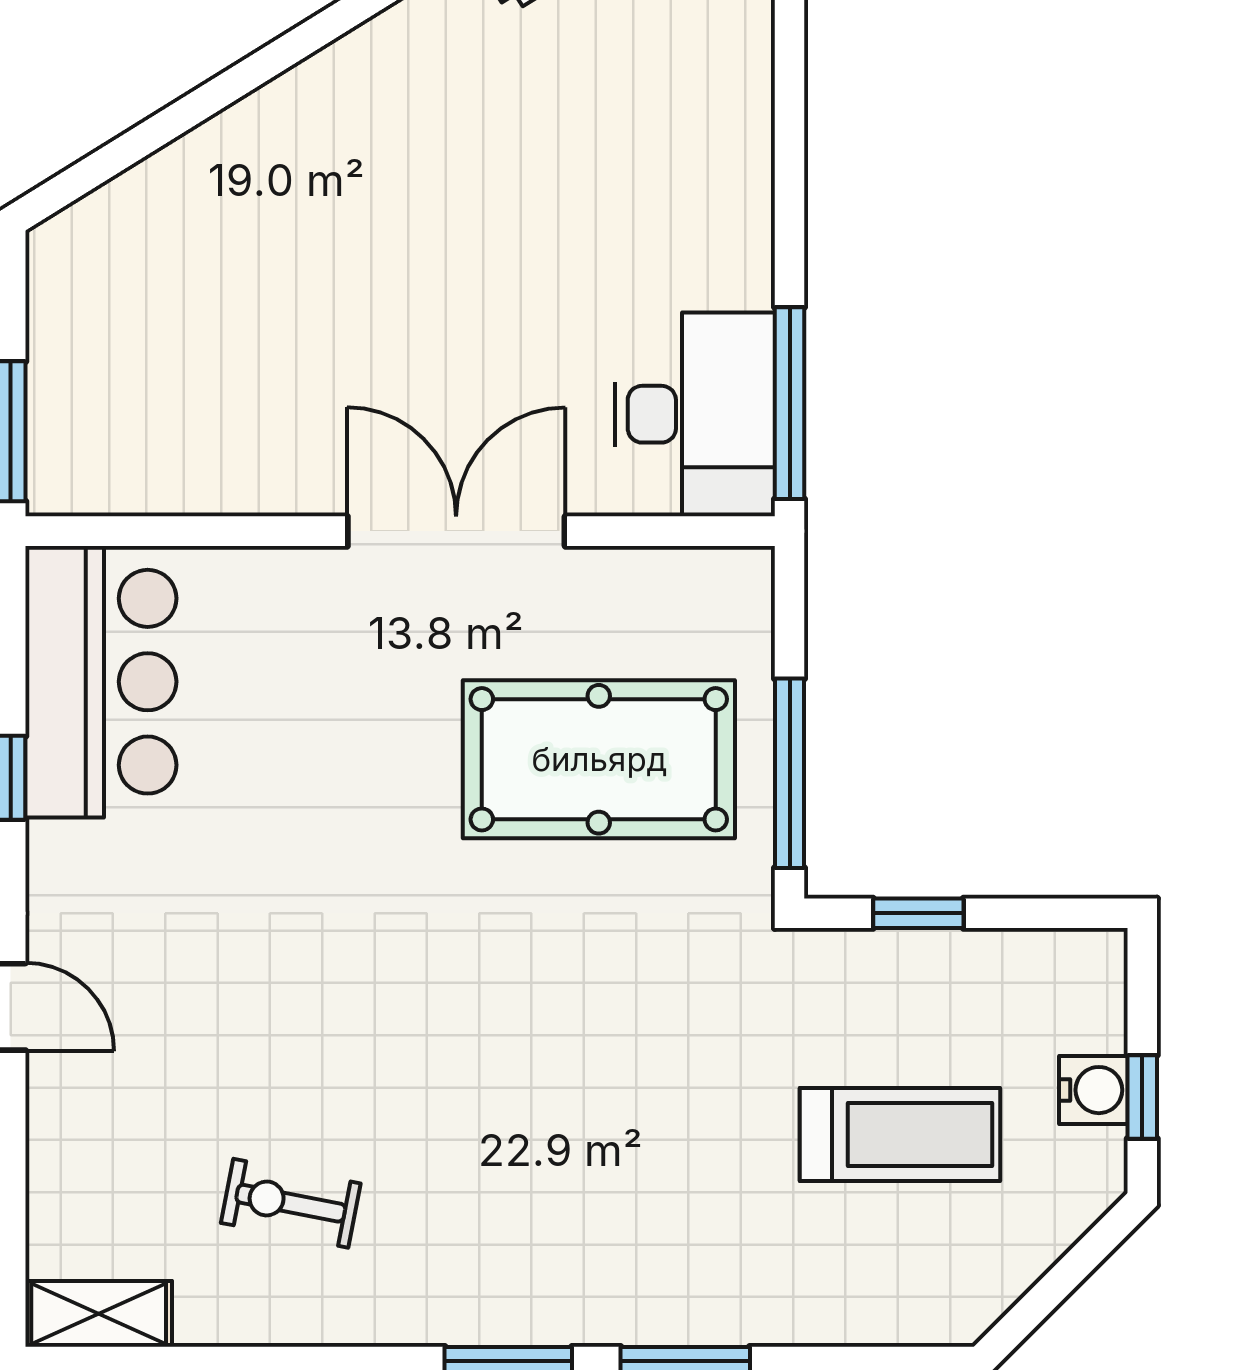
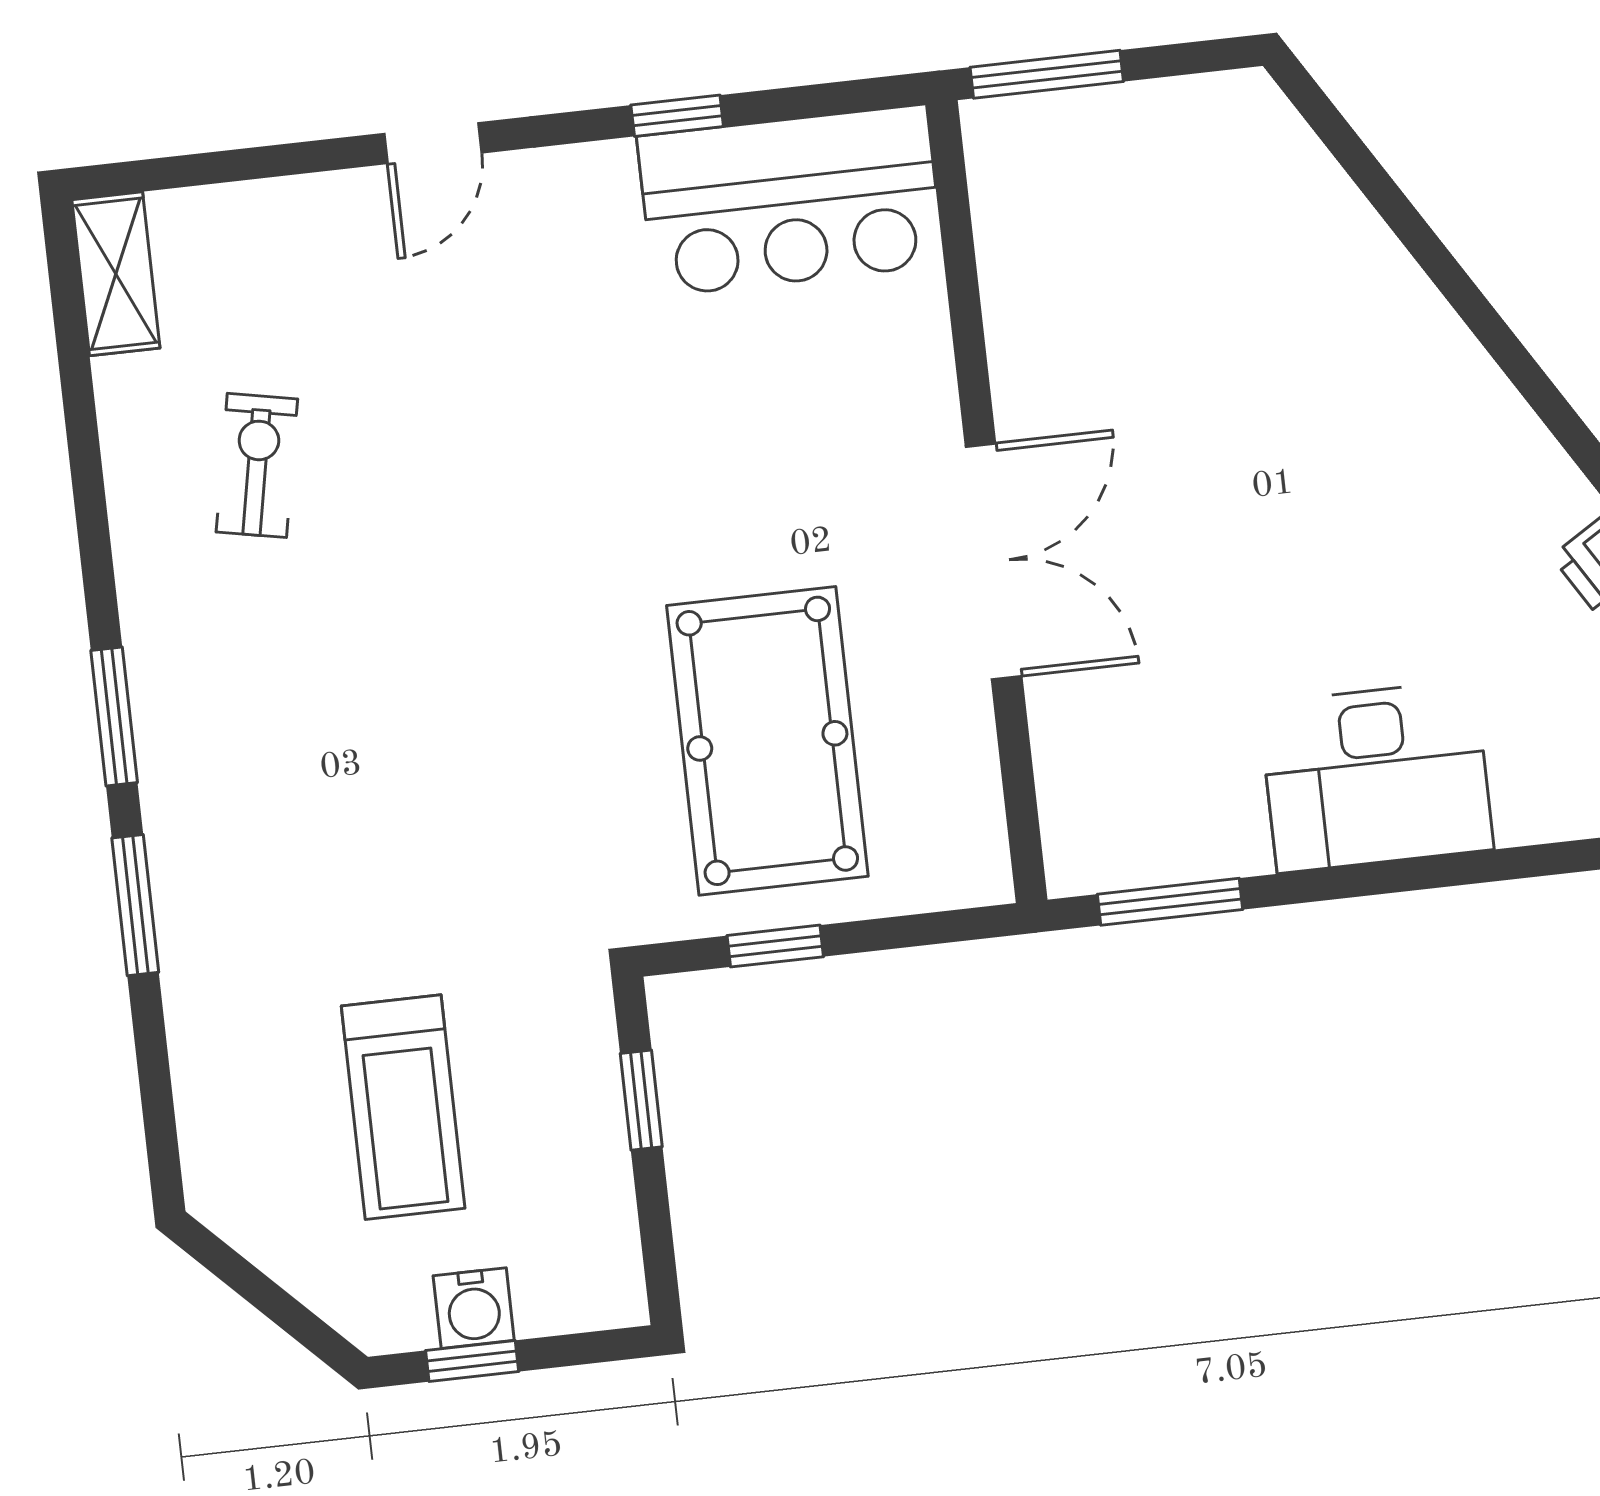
window: (790, 403) -> (1170, 902), width x0.69
desk: (695, 414) -> (1376, 776), moved
window: (790, 773) -> (775, 946), width x0.46

